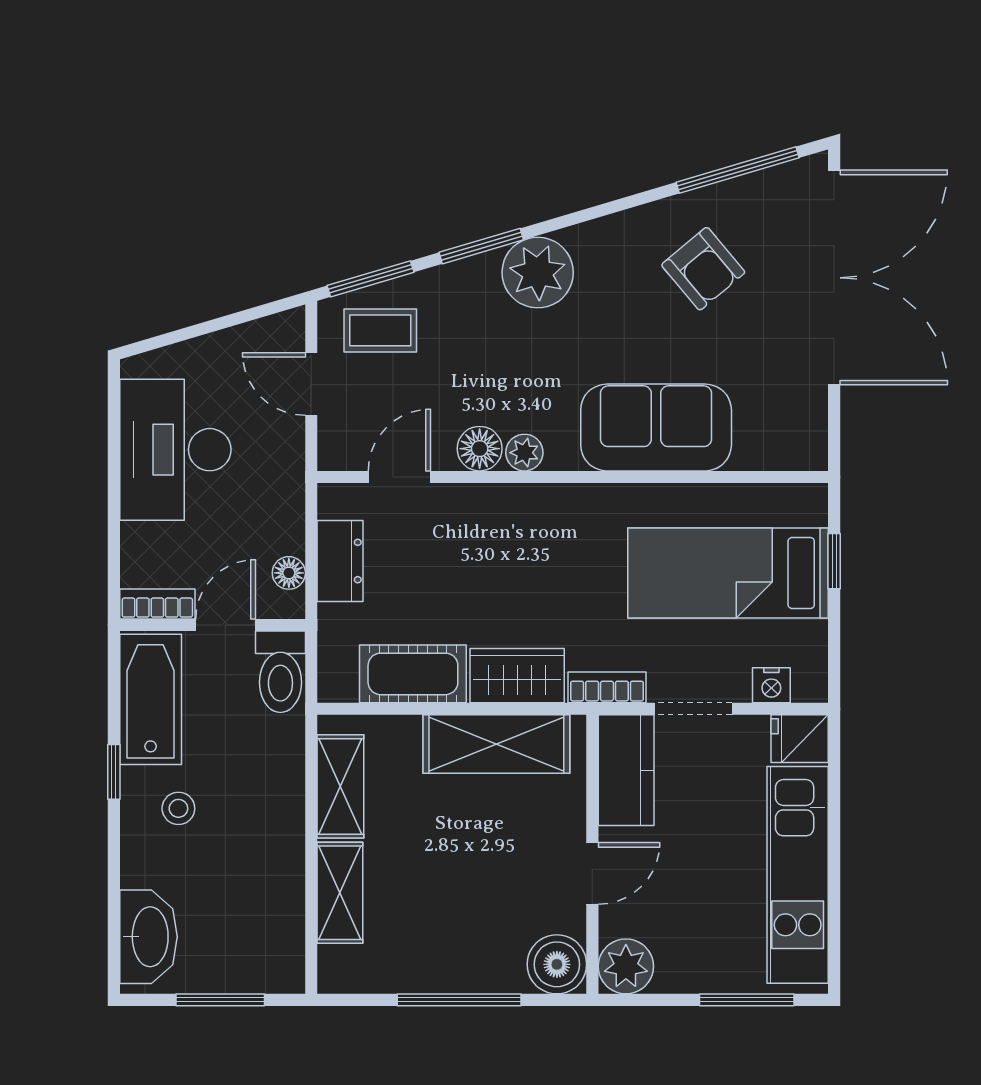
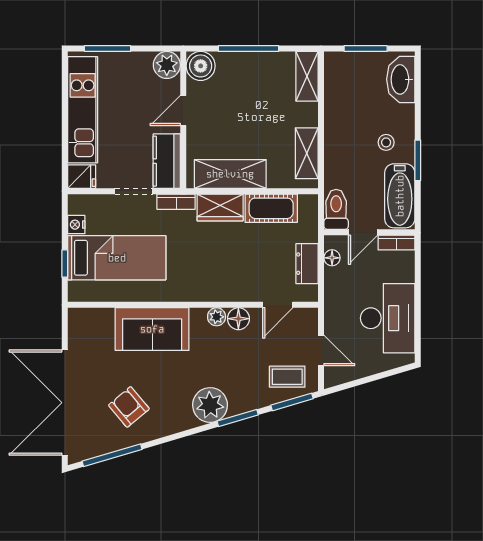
nightstand: (771, 685) -> (76, 225), moved, turned -90
window: (114, 772) -> (418, 160), width x1.50
shelving: (340, 893) -> (307, 76), moved

